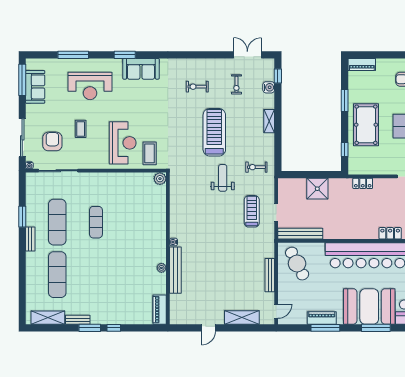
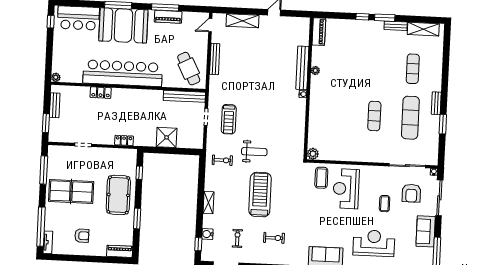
sofa: (35, 87) -> (426, 231), moved
treadmill: (214, 132) -> (260, 195), turned 180
weight bench: (223, 178) -> (254, 152), turned -90
exercise mat: (57, 275) -> (413, 69), width x0.73, depth x0.69

